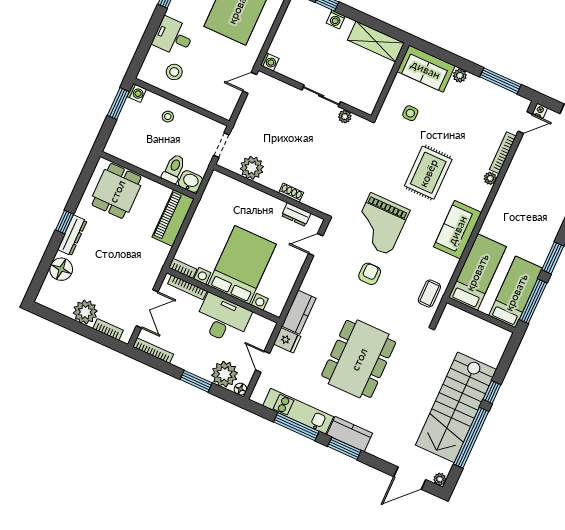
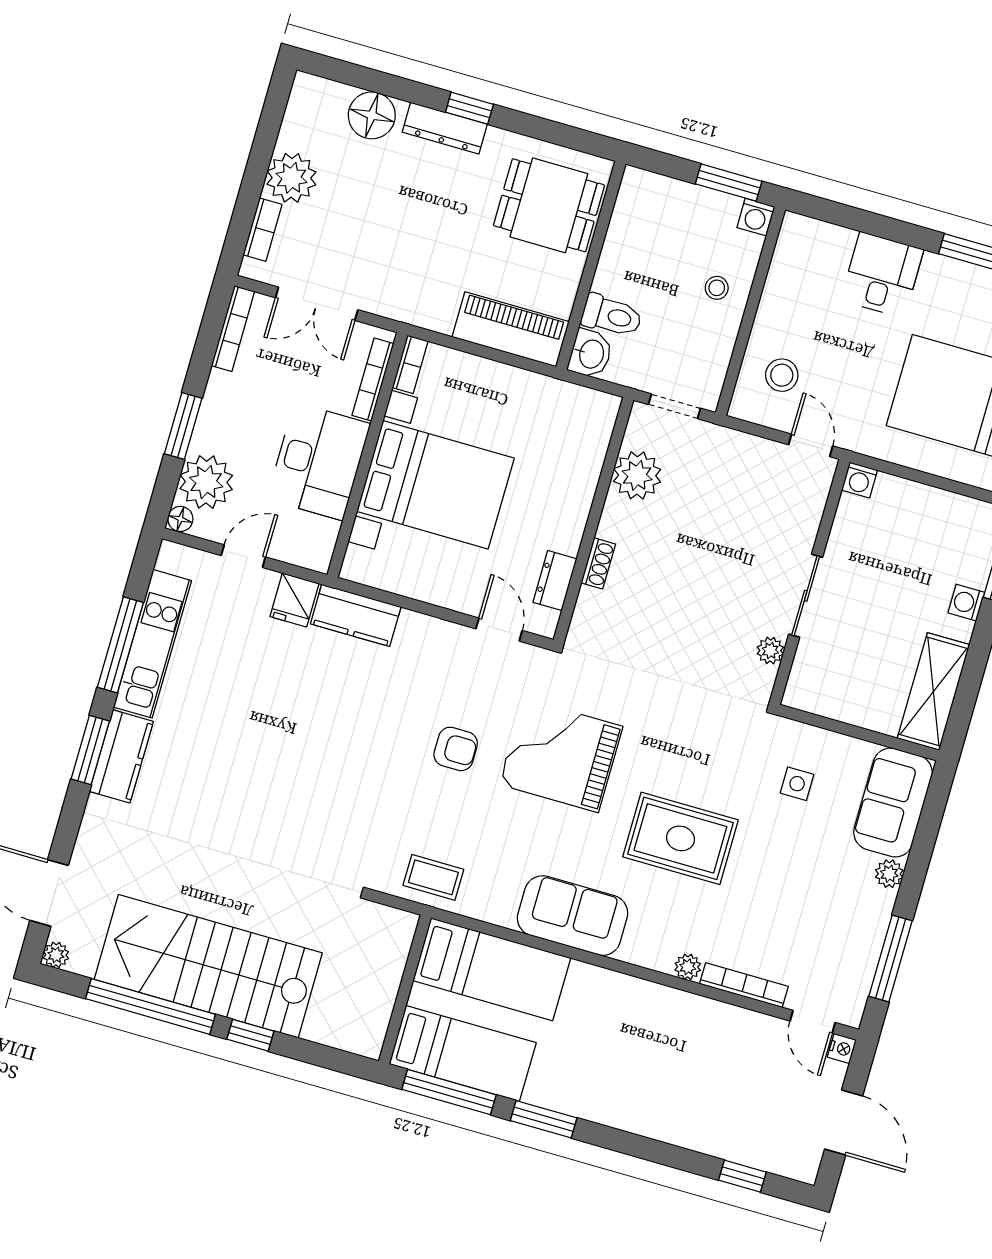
stool: (174, 72) -> (782, 375), moved
dining table: (359, 359) -> (278, 752), removed

